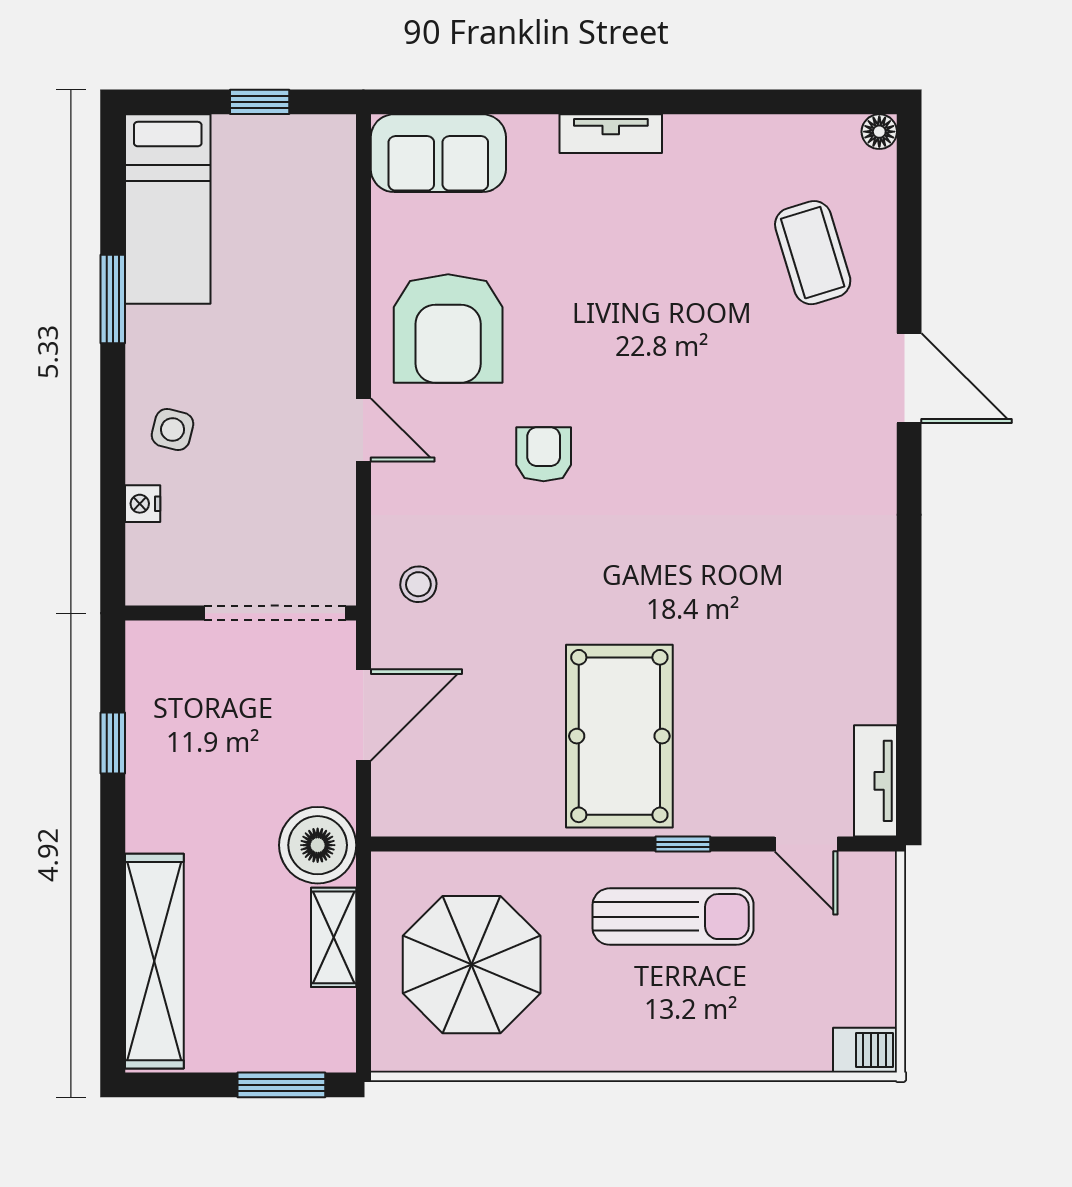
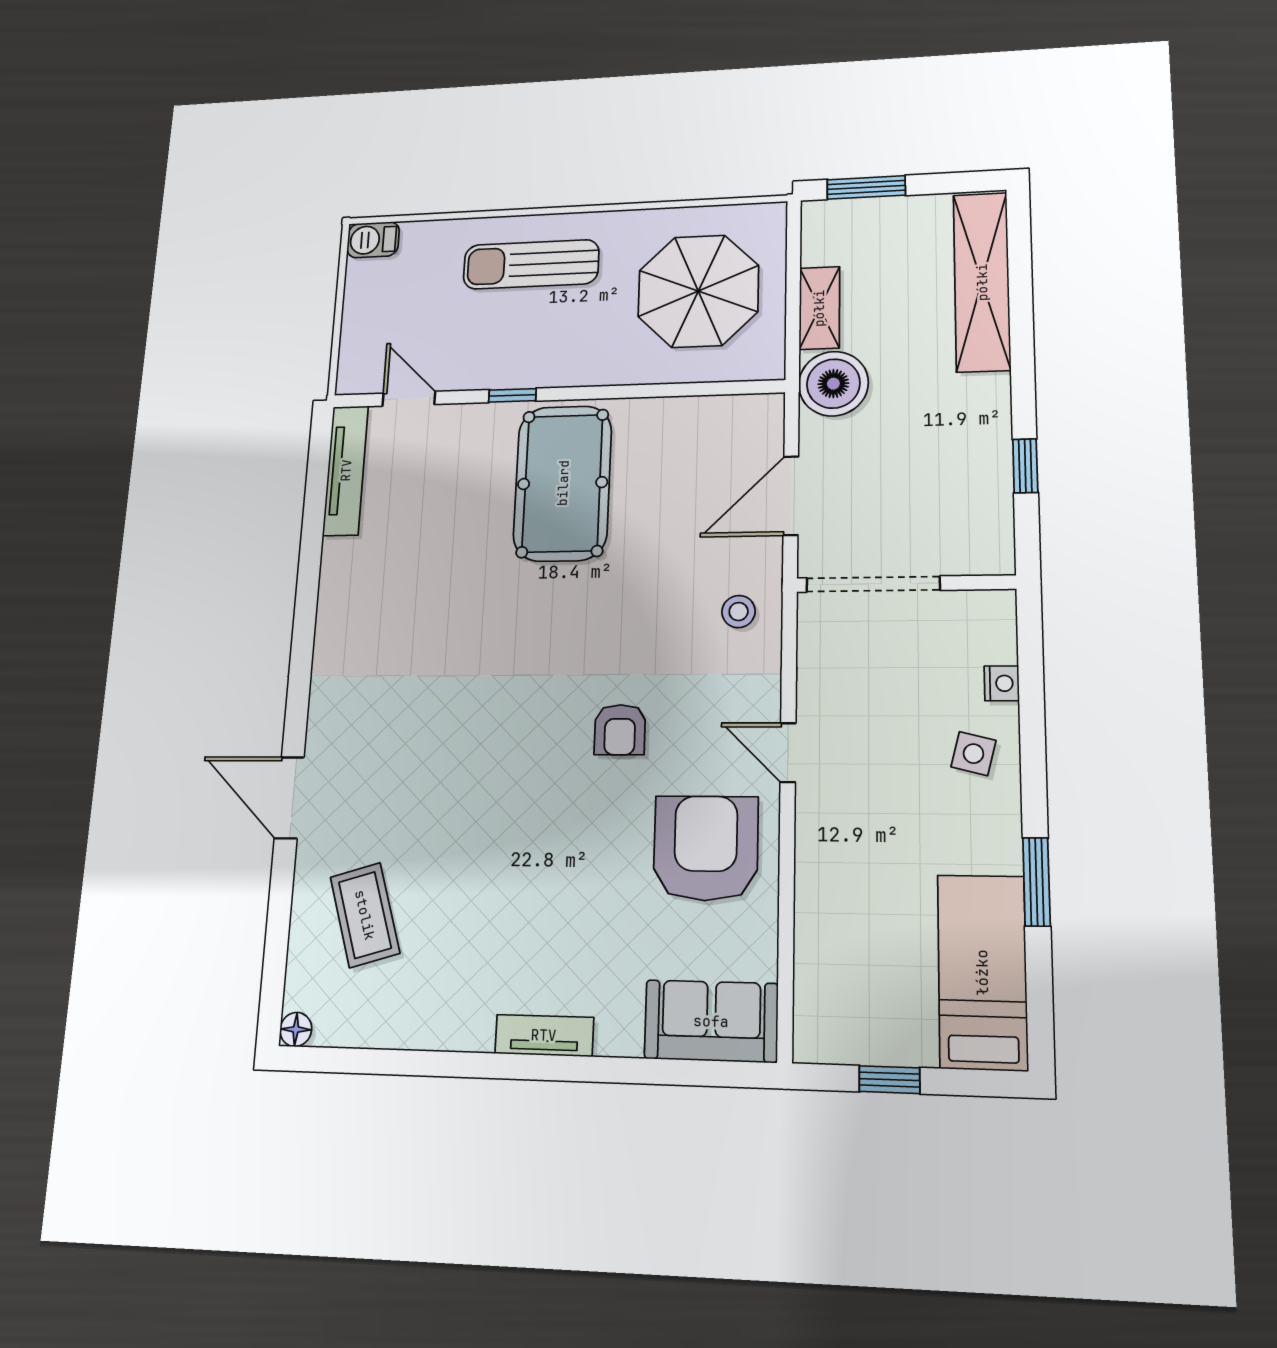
tv unit: (875, 781) -> (346, 470), width x1.41
sun lounger: (673, 917) -> (531, 264), moved

